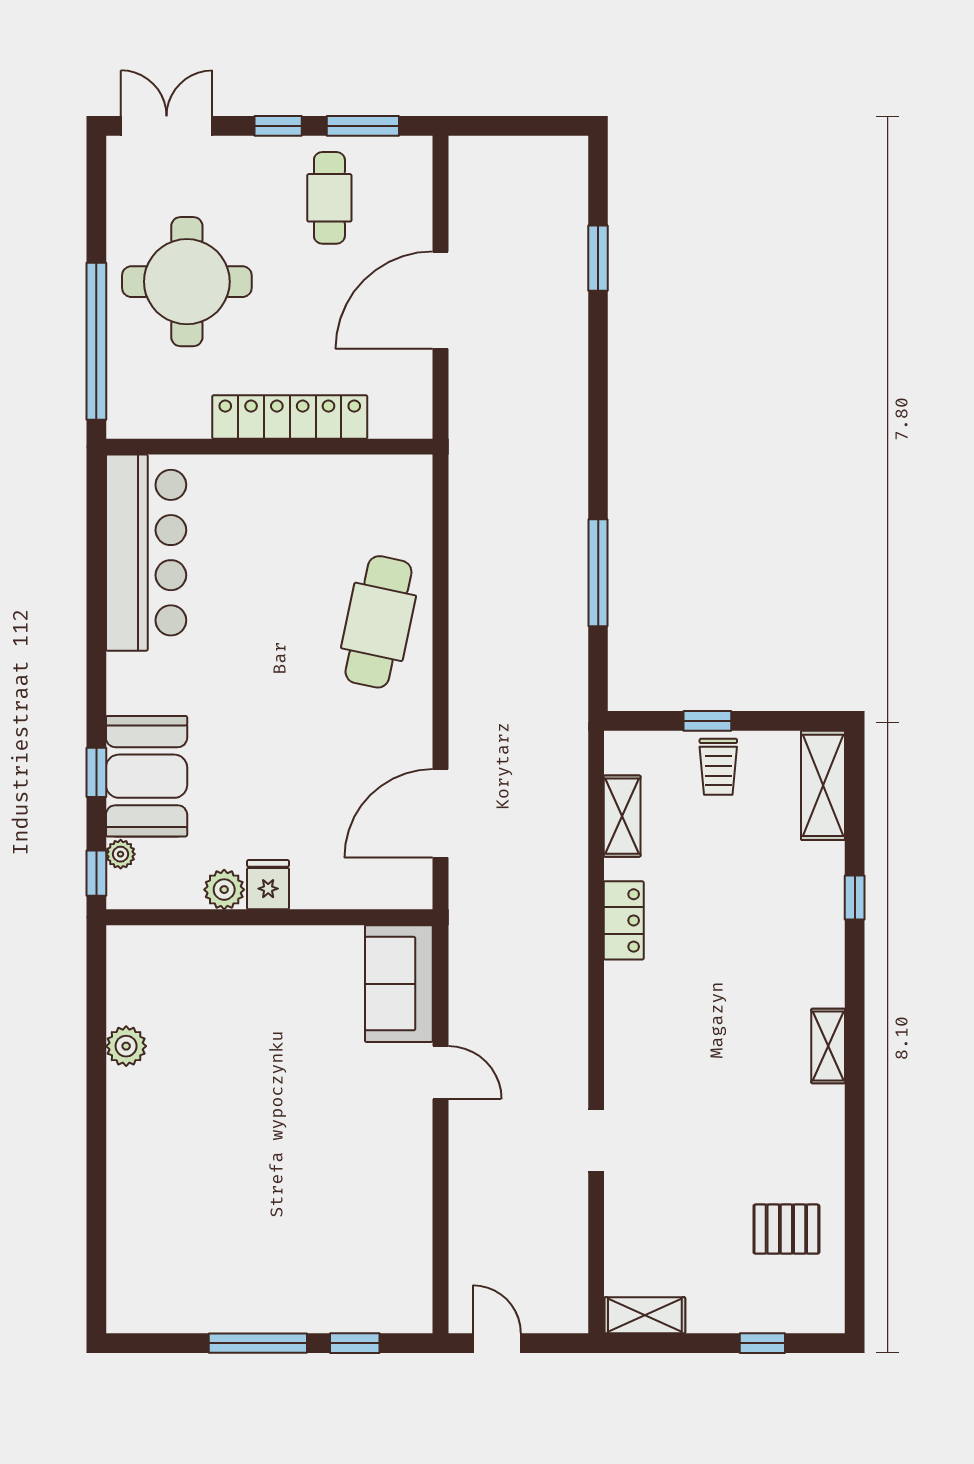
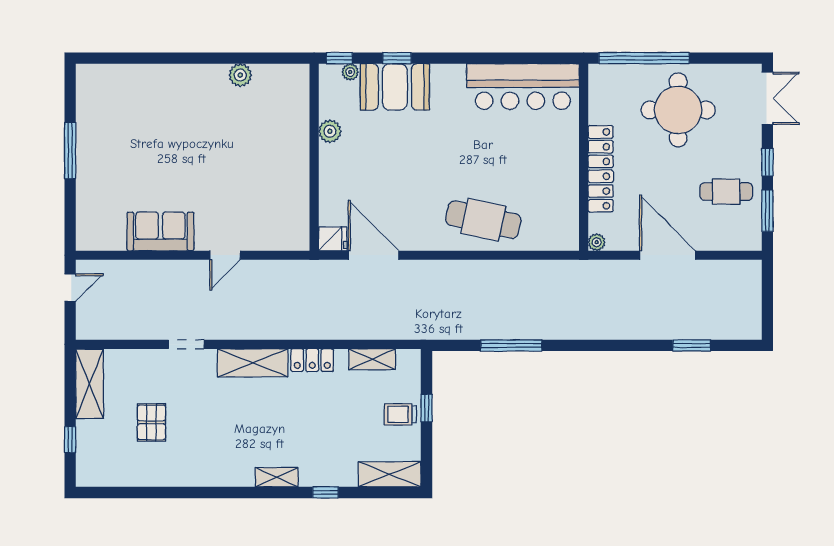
plant: (418, 424) -> (597, 242), added
fridge: (268, 885) -> (333, 239), moved
sofa: (399, 984) -> (160, 231), moved
shelving: (628, 1024) -> (253, 363), added
shelving: (828, 1046) -> (277, 477), moved
pallet: (786, 1229) -> (151, 422), moved
shelving: (645, 1315) -> (90, 384), width x1.50, depth x1.33
window: (355, 1343) -> (70, 206), removed

